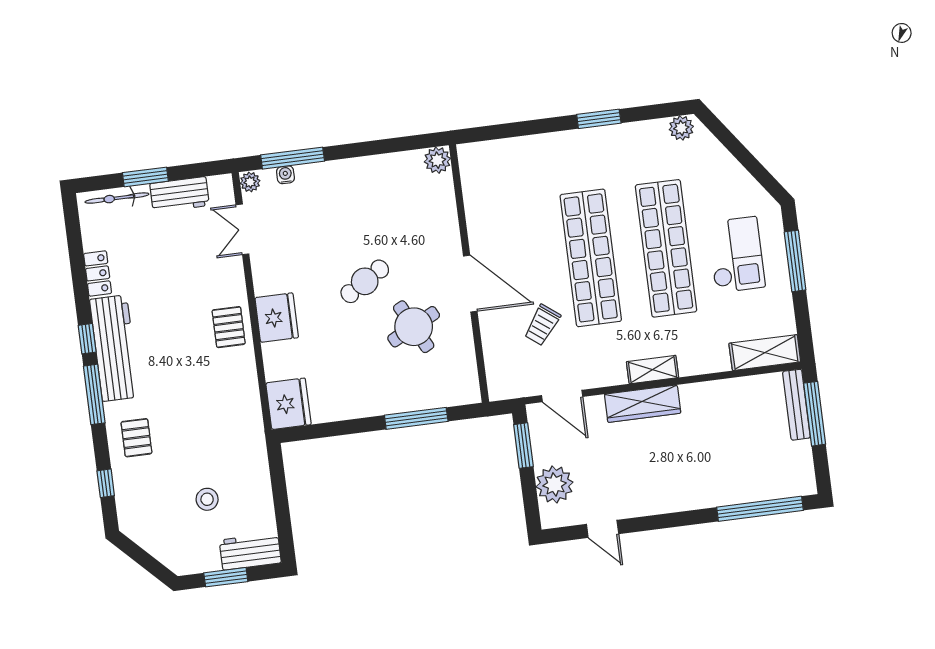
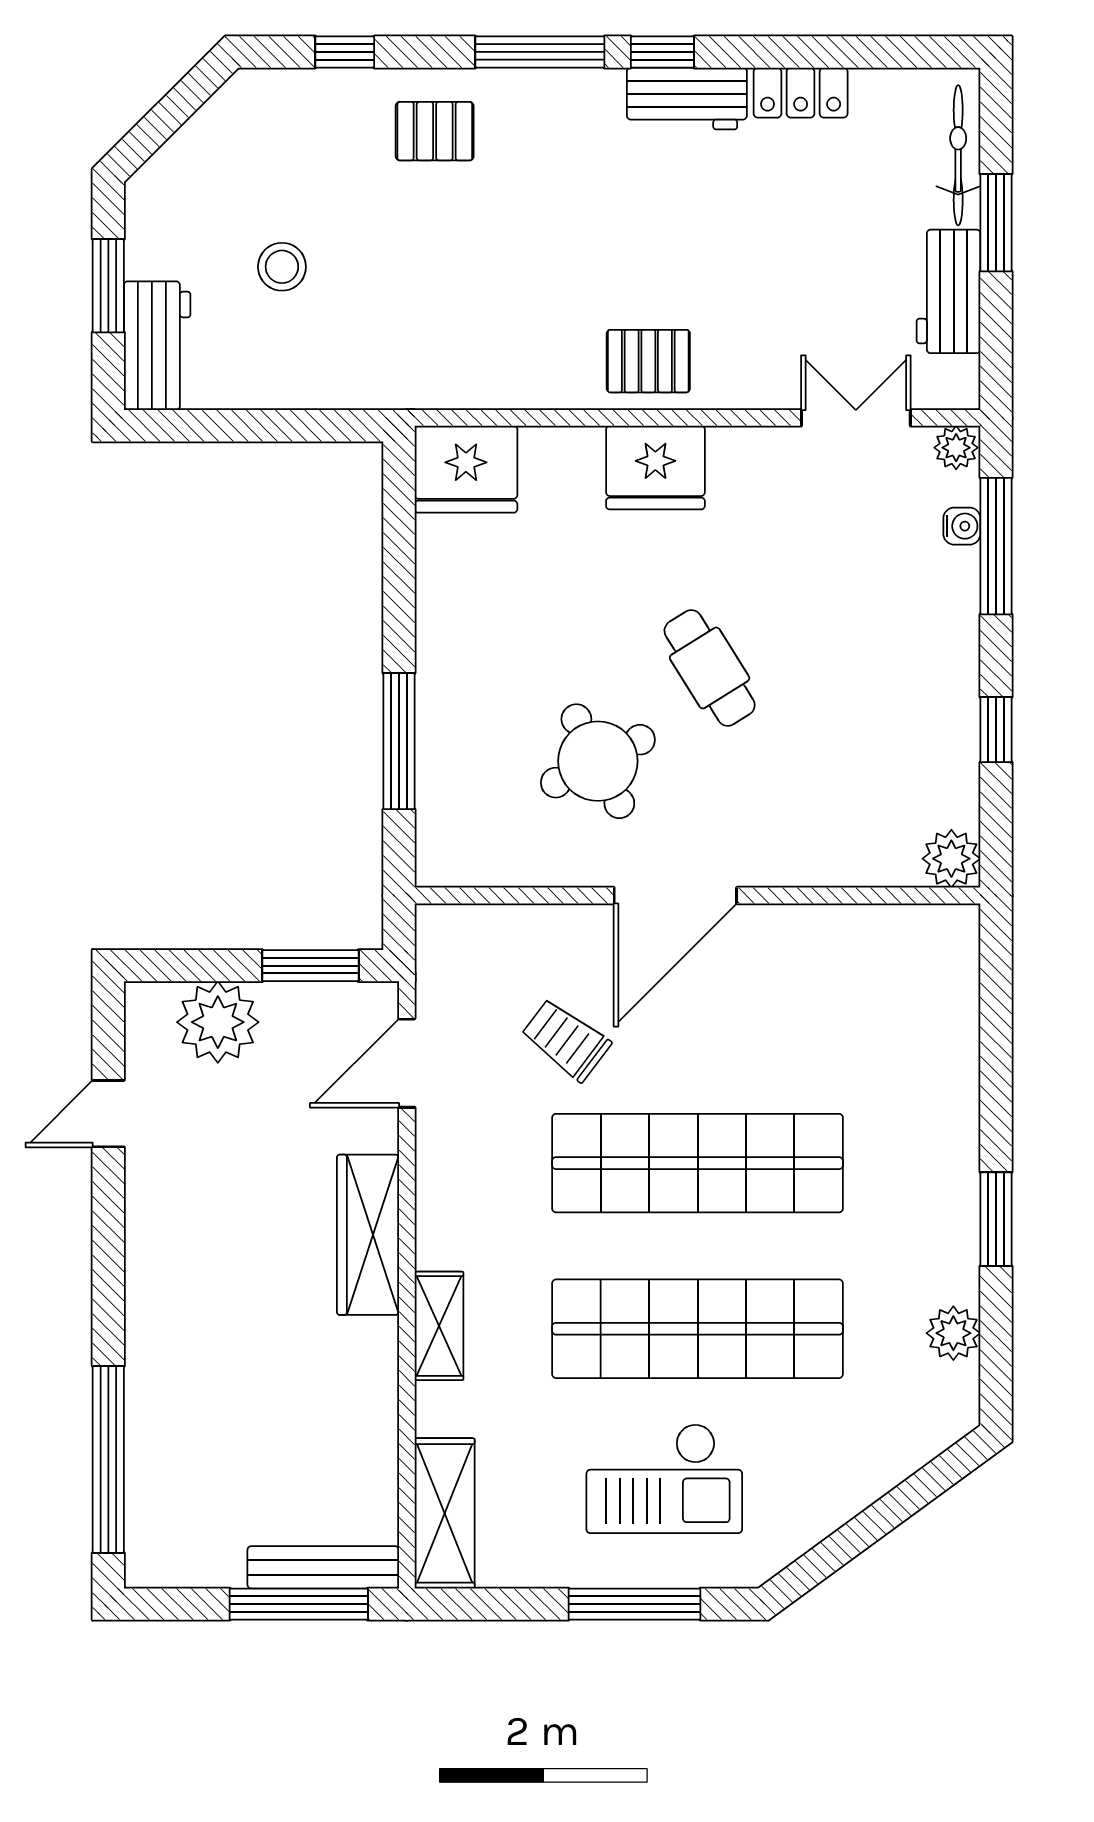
plant: (681, 128) -> (953, 1333), moved
window: (376, 147) -> (996, 730), added
workbench: (115, 348) -> (687, 99), width x0.53, depth x0.76
shelving: (653, 370) -> (439, 1326), moved

